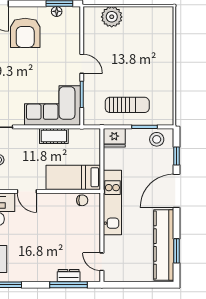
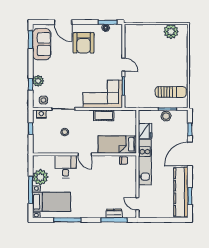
plant: (112, 17) -> (171, 32), moved
sun lounger: (127, 105) -> (171, 92), moved
fridge: (114, 138) -> (145, 131), moved, turned -90
stool: (157, 139) -> (166, 116), moved

